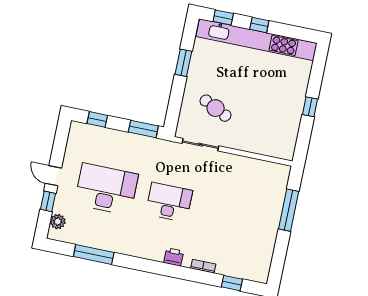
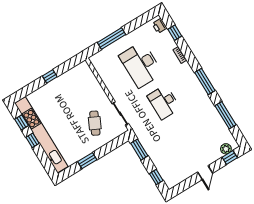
window: (223, 17) -> (22, 122), moved
desk: (106, 189) -> (141, 65), moved
window: (48, 201) -> (230, 158), moved
printer: (174, 257) -> (160, 26), moved
window: (150, 266) -> (205, 82), added

